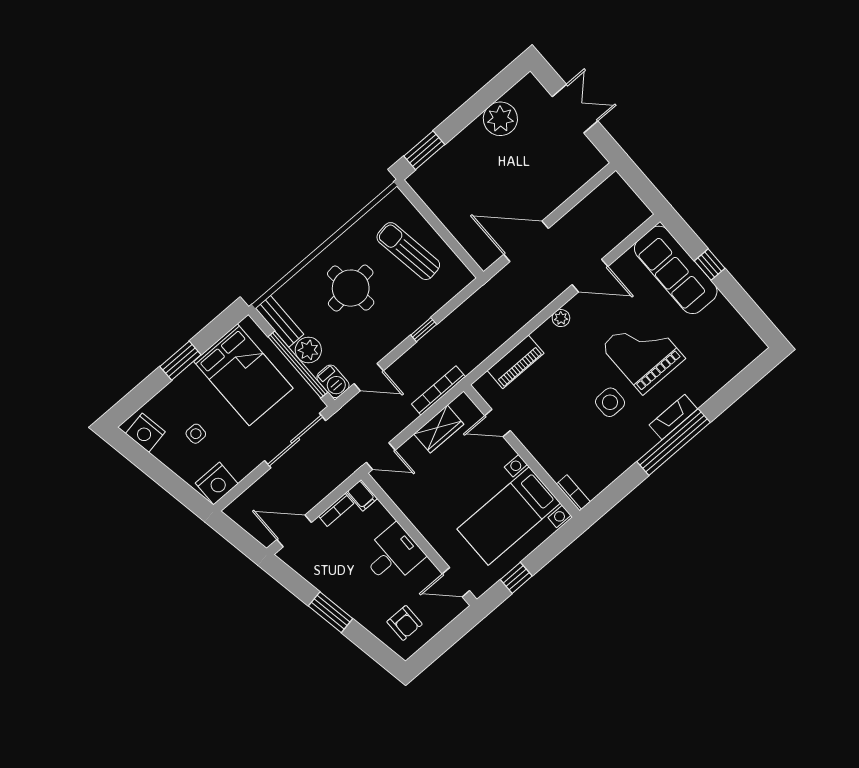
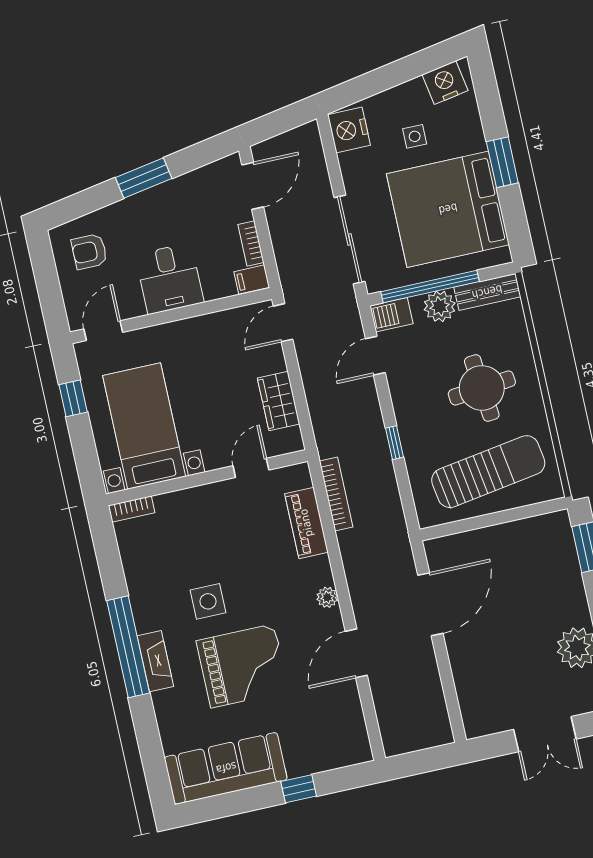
sun lounger: (408, 251) -> (488, 472), width x1.36, depth x1.34
sofa: (676, 270) -> (226, 768), moved
bed: (243, 375) -> (448, 209), width x1.36
bookcase: (438, 390) -> (336, 494), moved

